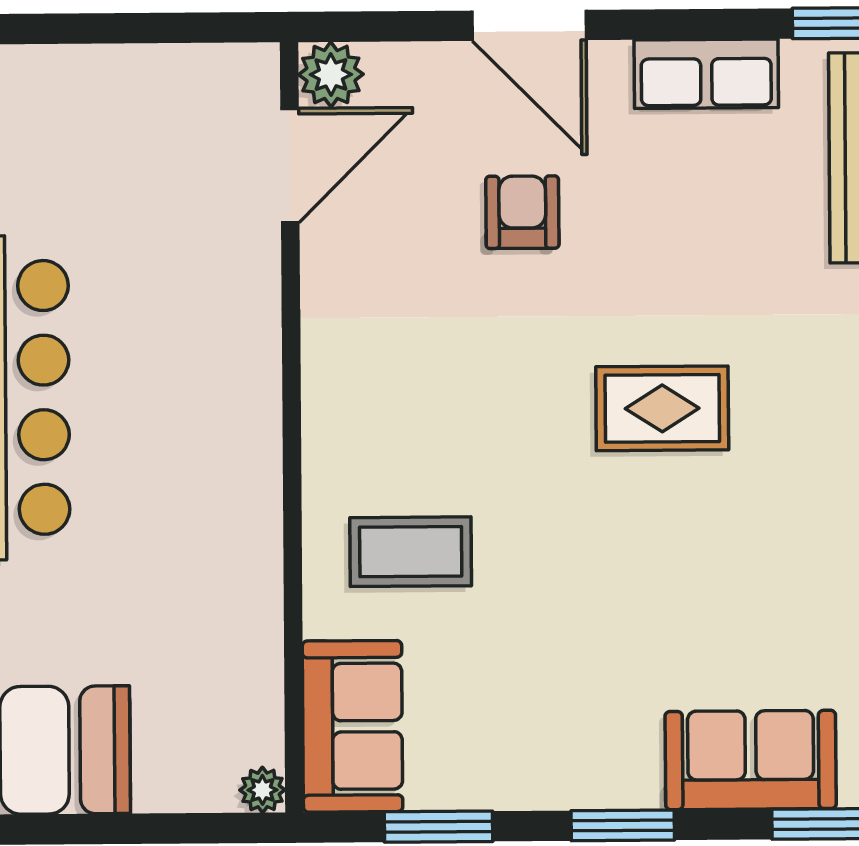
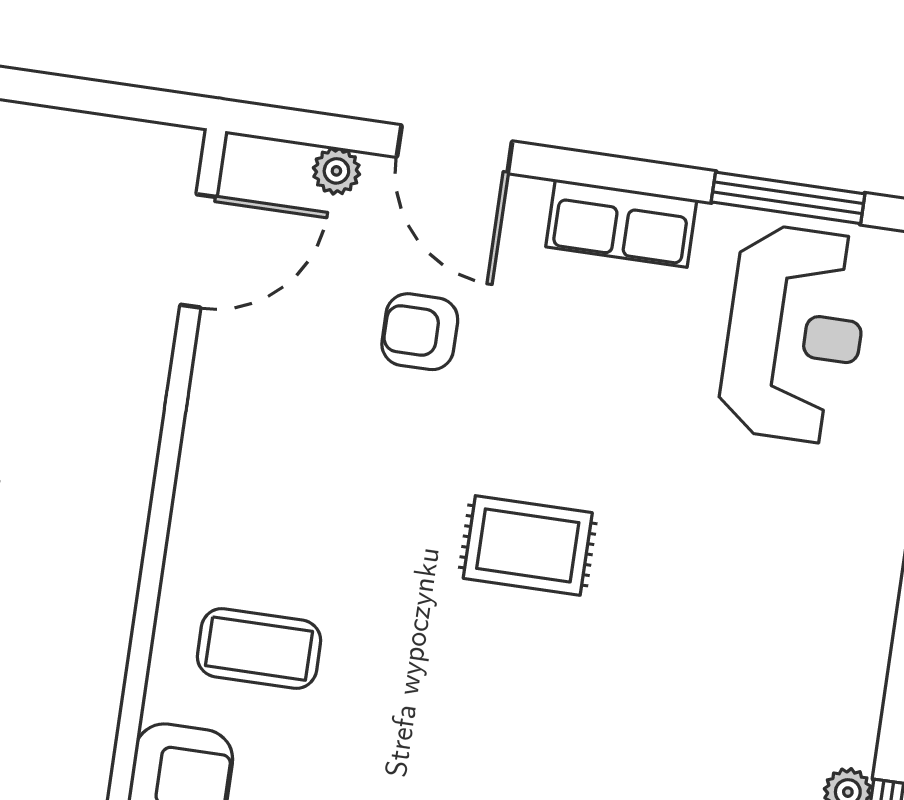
plant: (331, 74) -> (336, 171), moved, width x0.73, depth x0.73
armchair: (522, 212) -> (420, 332), turned -90

